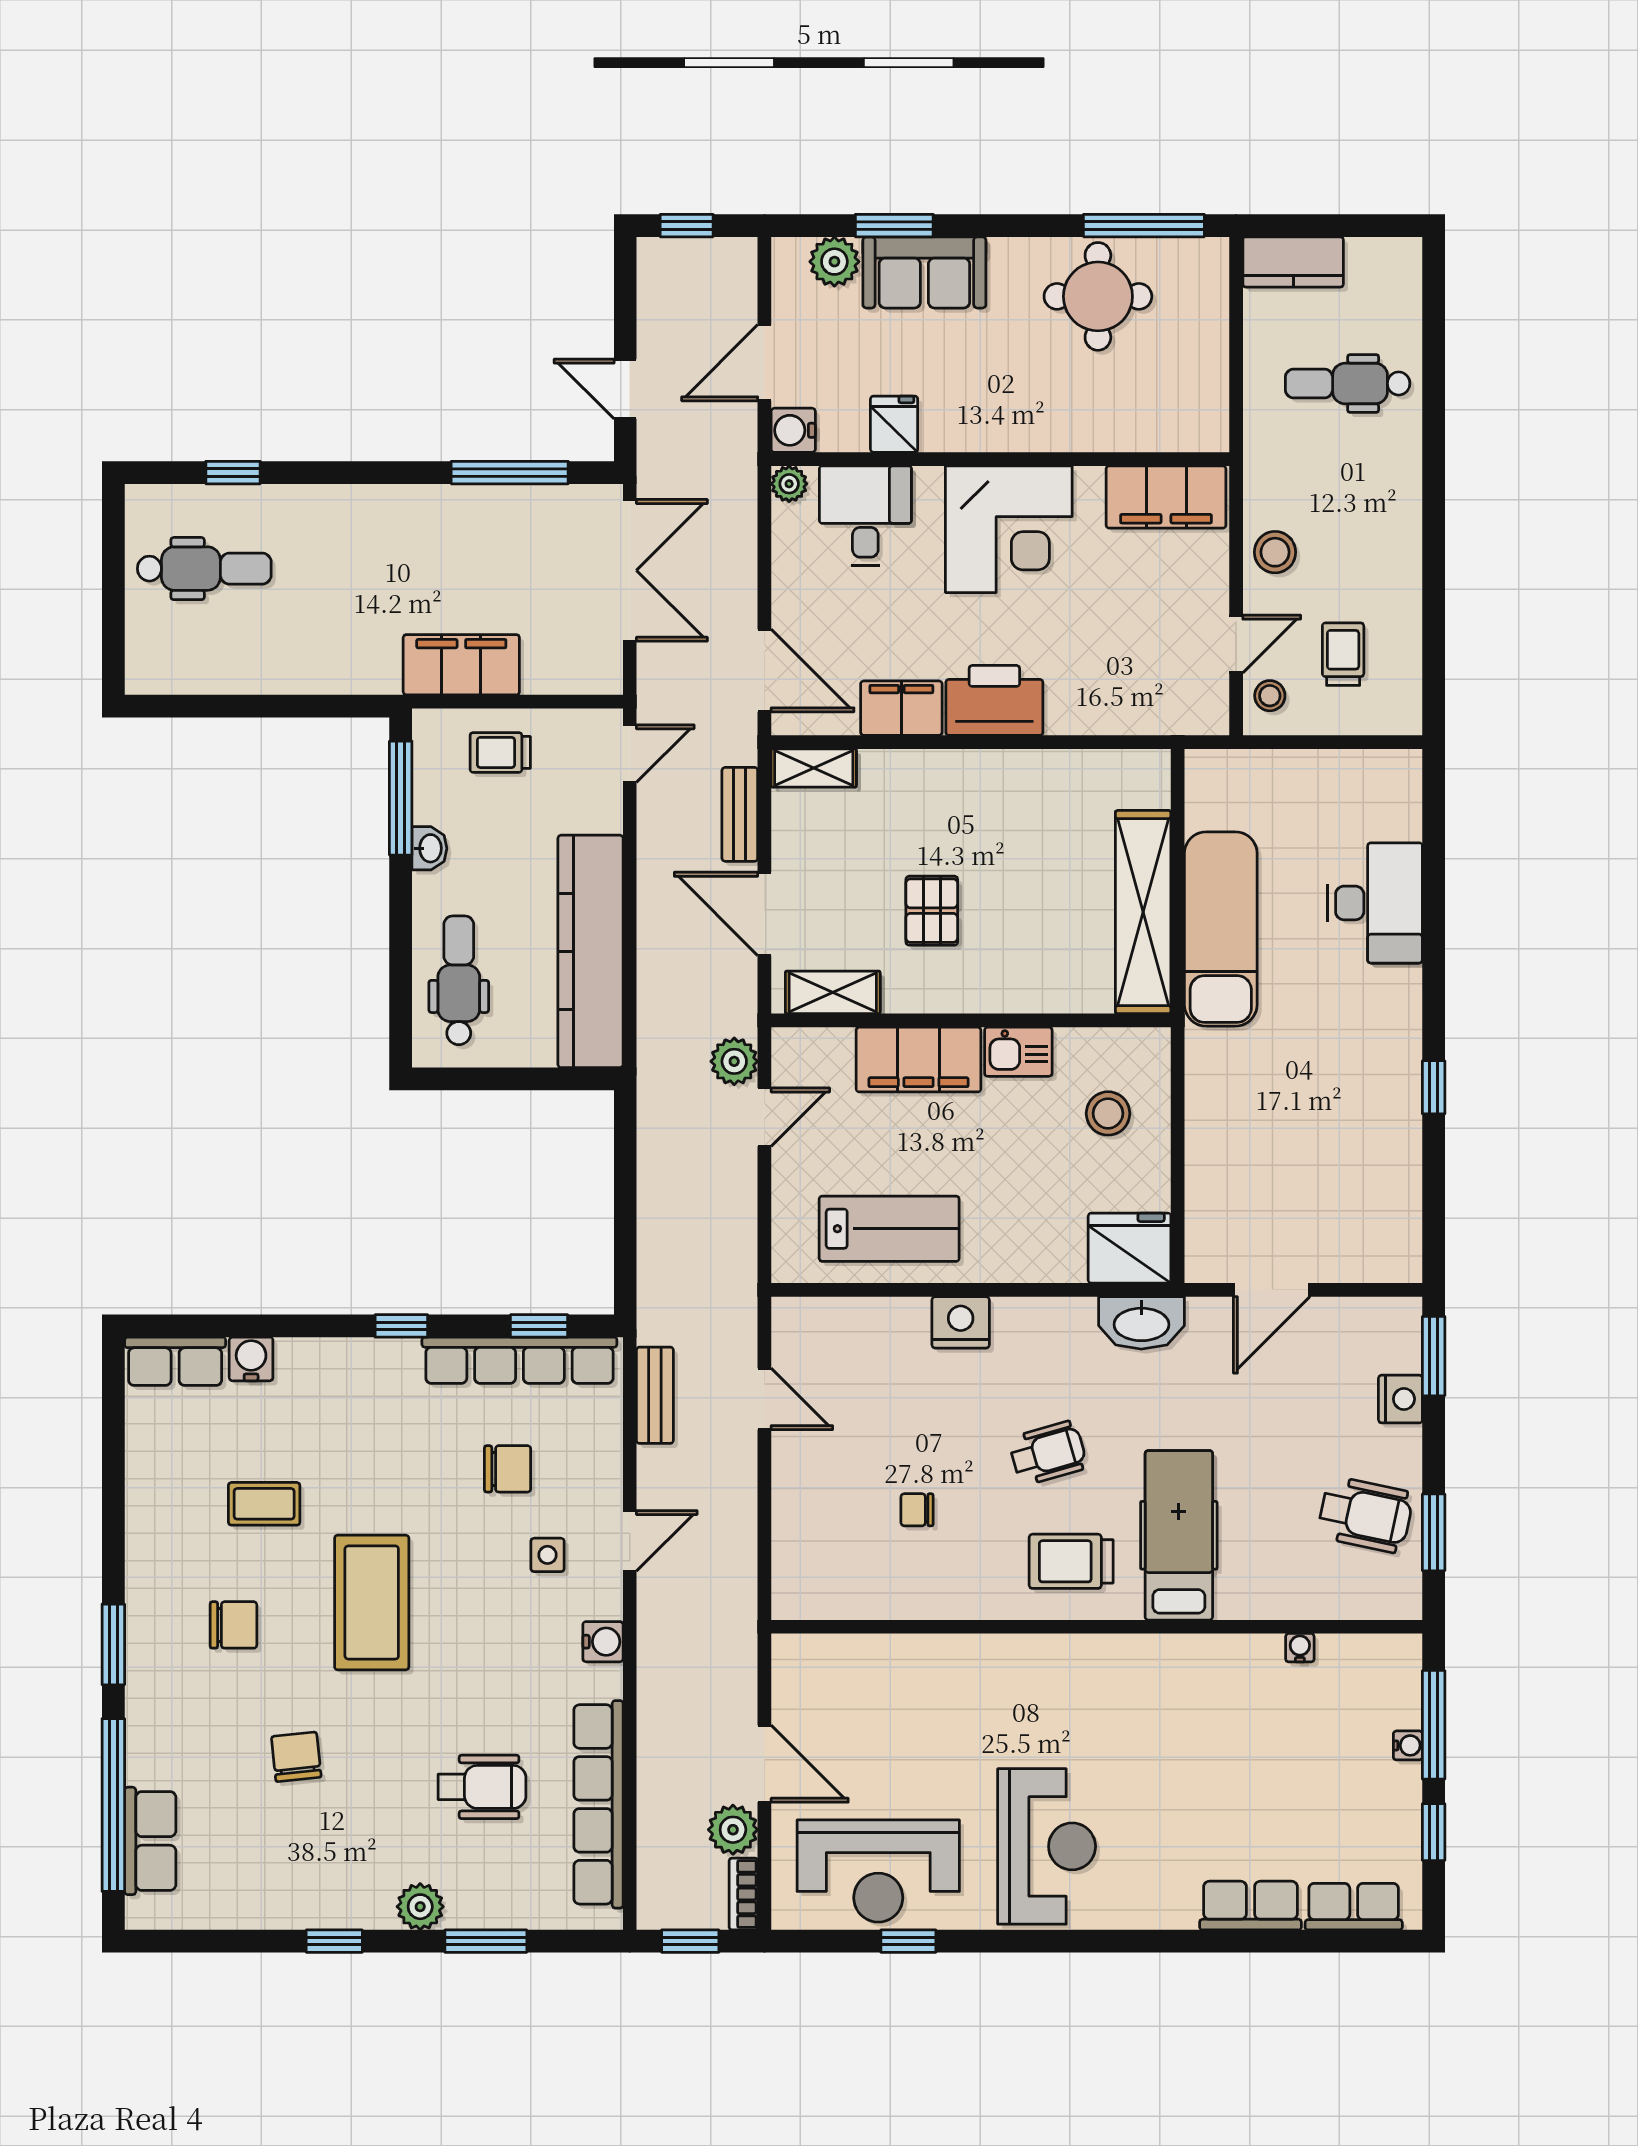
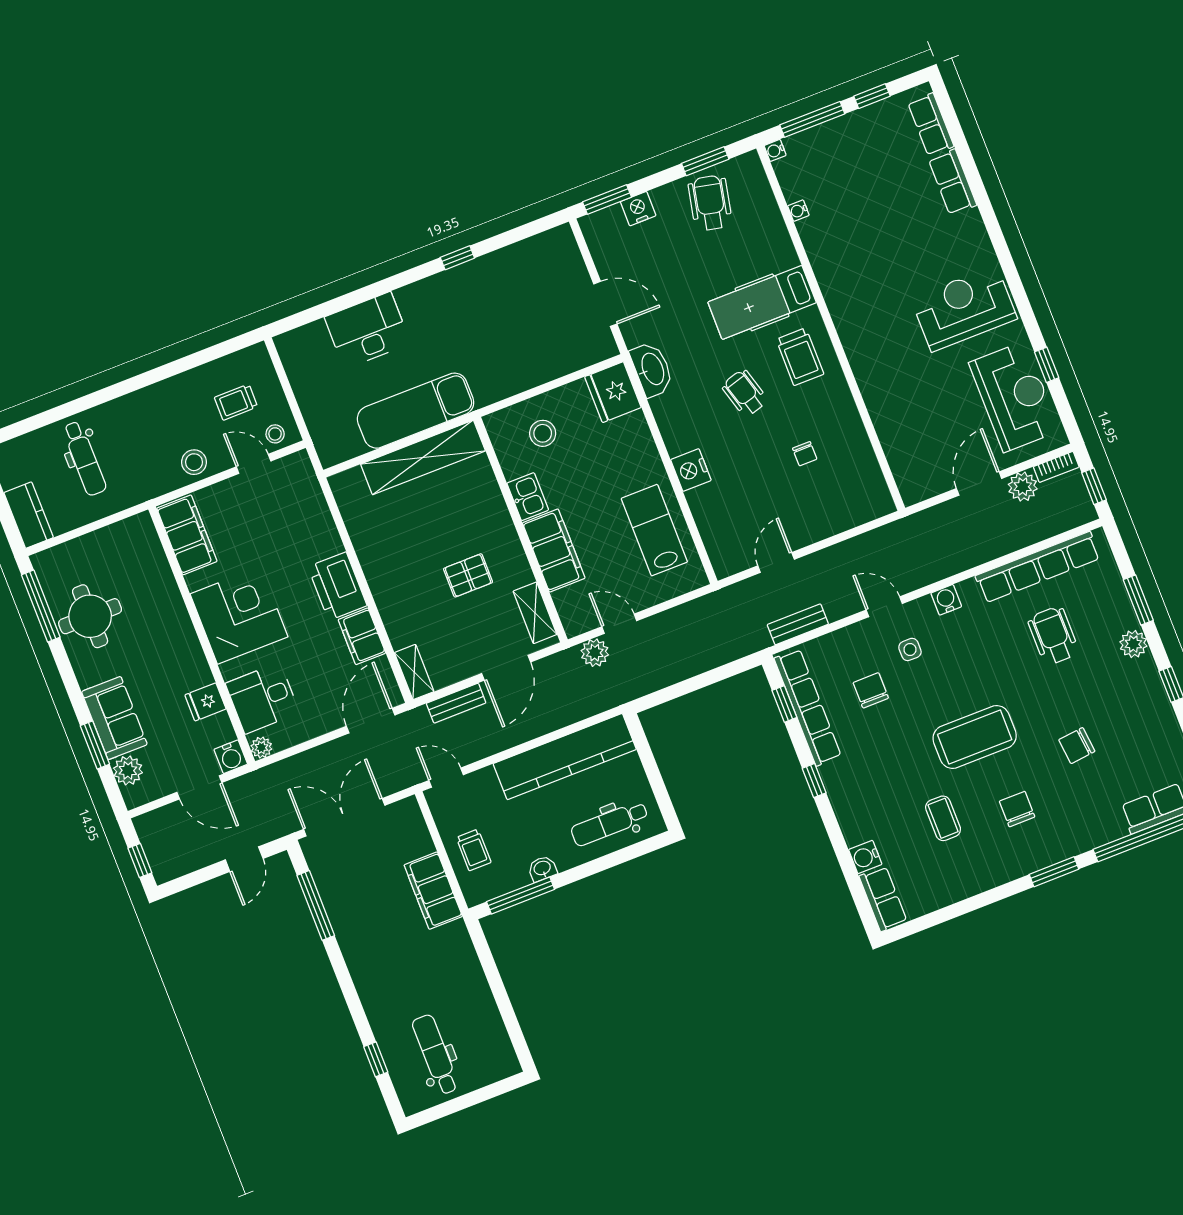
water cooler: (1408, 1745) -> (775, 150), moved, turned -90

